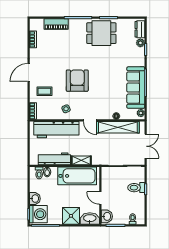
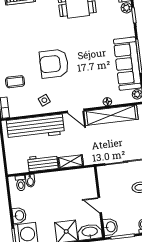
armchair: (77, 81) -> (54, 64), turned -90
workbench: (54, 159) -> (43, 163), width x0.73
bathtub: (77, 176) -> (68, 181), removed

